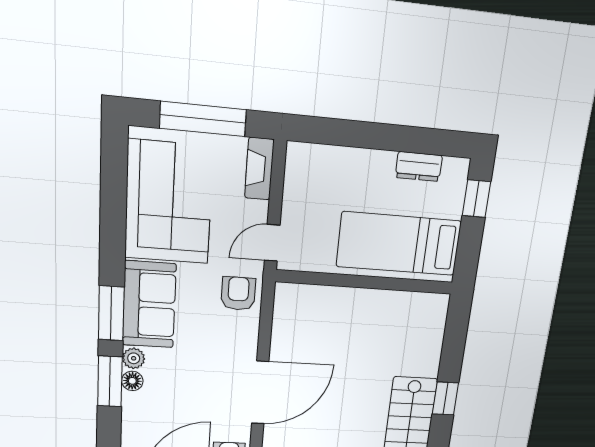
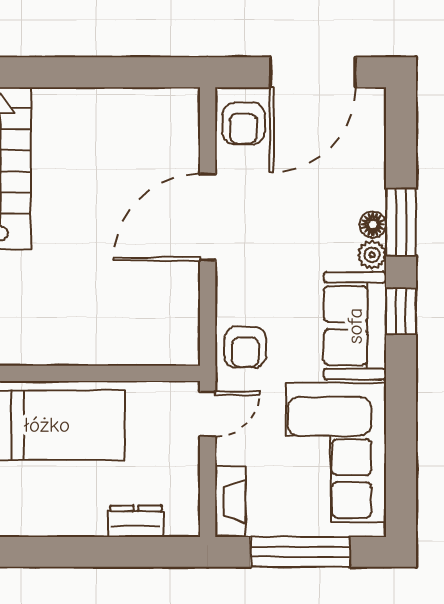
dresser: (419, 166) -> (136, 521), moved
window: (111, 313) -> (401, 312), width x0.67

